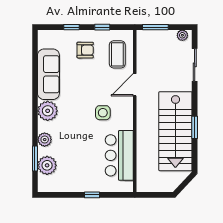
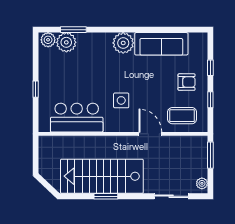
armchair: (85, 50) -> (187, 82), turned -90
plant: (45, 140) -> (48, 40), moved

